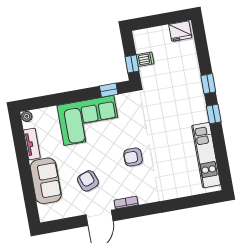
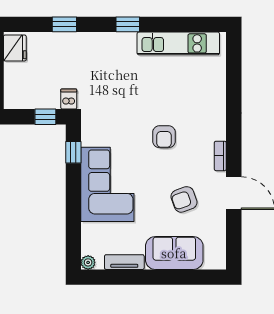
dishwasher: (145, 59) -> (69, 99), moved
window: (208, 84) -> (64, 24), moved

